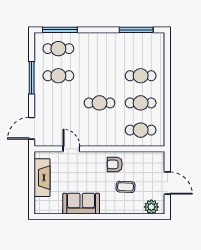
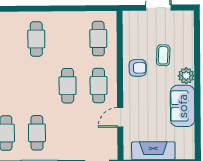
cafe table: (141, 103) -> (99, 85), moved
armchair: (115, 164) -> (138, 68), turned -90
plant: (151, 207) -> (186, 76), moved

